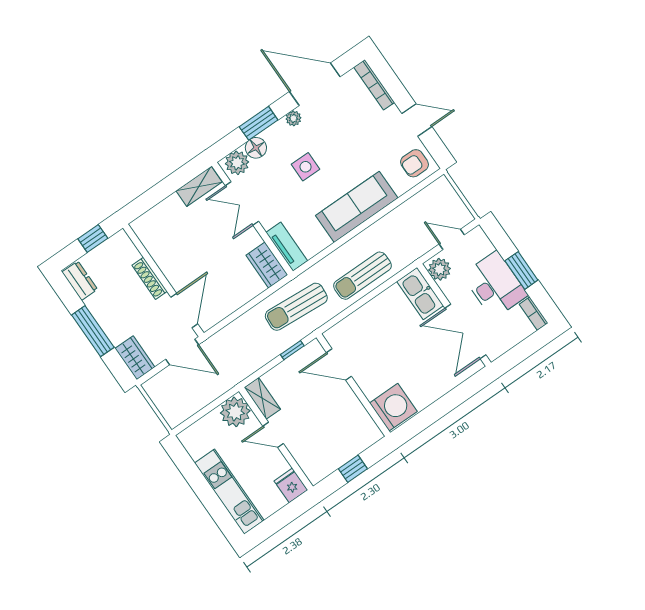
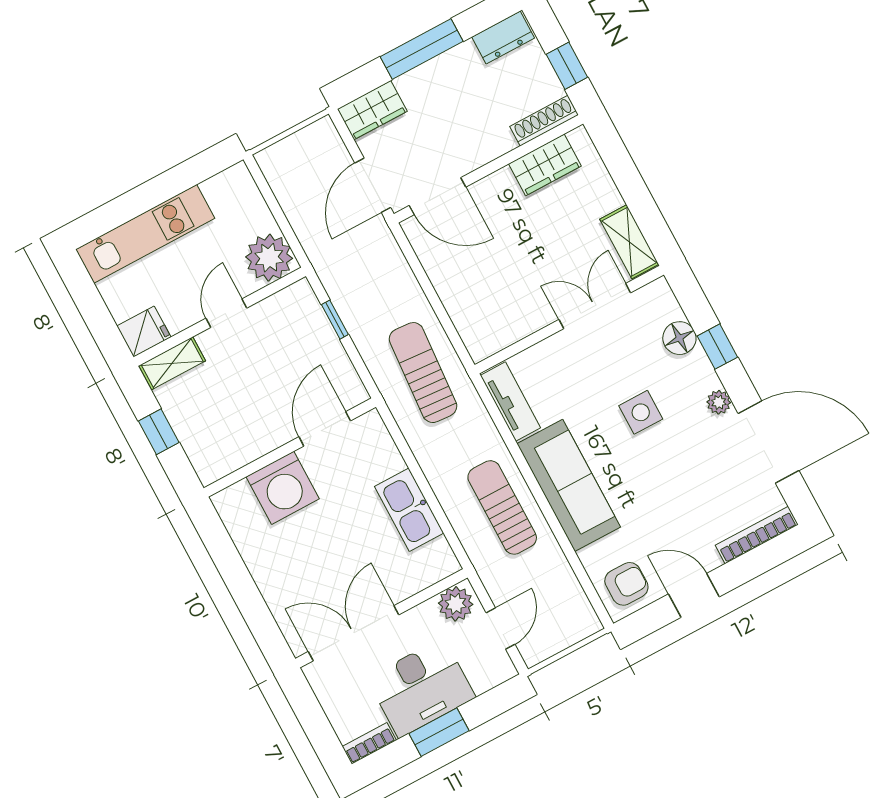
door: (315, 84) -> (769, 442), hinge flipped
door: (417, 120) -> (694, 595), swing flipped
window: (259, 123) -> (717, 347), width x0.67
plant: (237, 163) -> (659, 306), removed
armchair: (415, 163) -> (626, 584), turned 90
tv unit: (287, 247) -> (510, 402), moved, turned -90
wardrobe: (267, 265) -> (545, 165), moved, turned 180
sun lounger: (363, 276) -> (502, 507), moved
shoe rack: (150, 278) -> (544, 121), moved
kitchen sink: (420, 294) -> (409, 510), moved, turned -90
window: (292, 350) -> (335, 320), moved
shelving: (262, 398) -> (172, 363), moved
washing machine: (393, 407) -> (283, 488), moved

